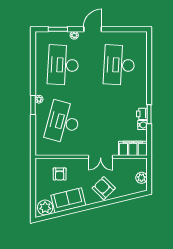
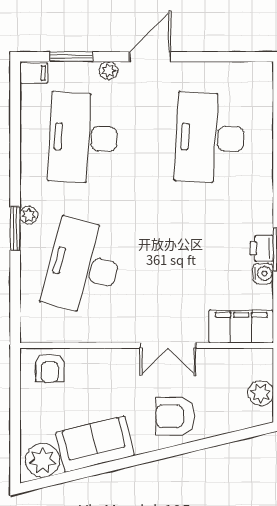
filing cabinet: (41, 36) -> (34, 73), added
armchair: (60, 174) -> (50, 368), moved
armchair: (104, 188) -> (175, 416), turned -45

